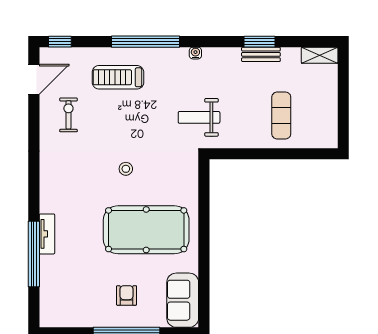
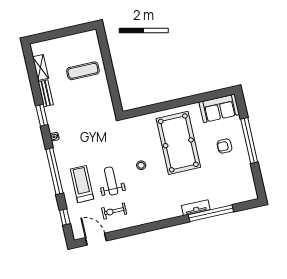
window: (60, 42) -> (65, 217), moved
window: (260, 42) -> (42, 115), moved
shelving: (320, 55) -> (41, 68), moved
treadmill: (118, 77) -> (82, 184), turned 180
weight bench: (199, 117) -> (111, 181), moved, turned 180

